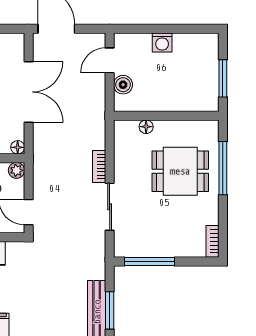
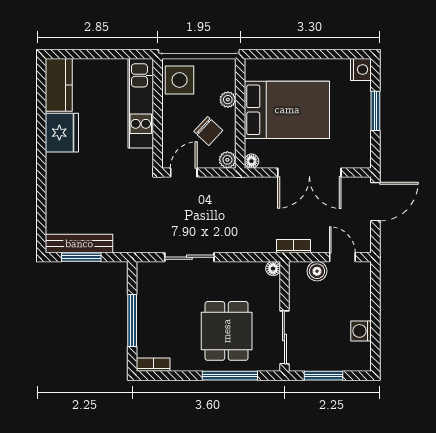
washing machine: (162, 42) -> (361, 331), moved
sliding door: (186, 116) -> (284, 337), added
floor lamp: (146, 127) -> (273, 269), moved
bookcase: (99, 166) -> (294, 246), moved
window: (149, 262) -> (132, 321), moved

